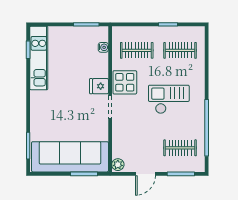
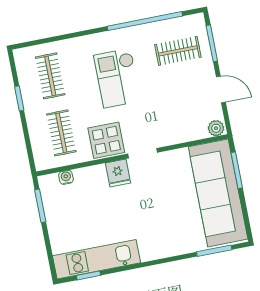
clothes rail: (180, 148) -> (178, 51), turned 90

